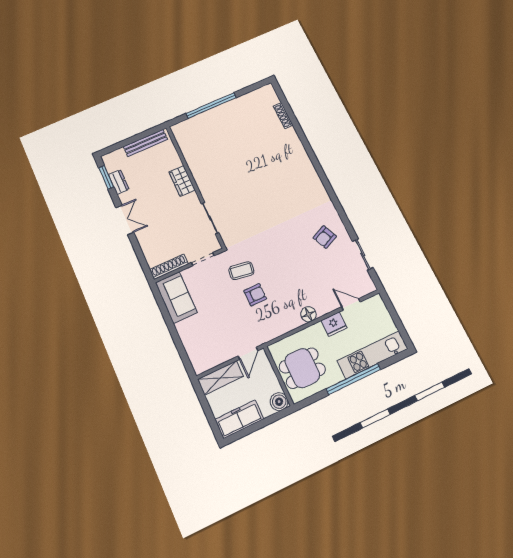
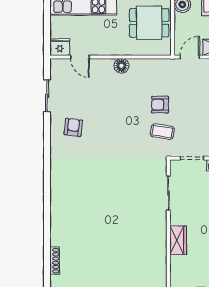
armchair: (325, 237) -> (73, 127), turned -59
fridge: (334, 324) -> (60, 47), moved

